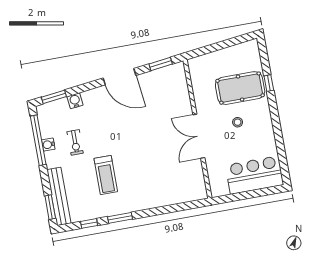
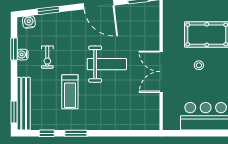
window: (54, 97) -> (48, 10), moved
water cooler: (75, 101) -> (29, 22), moved
weight bench: (140, 139) -> (107, 64), added
window: (38, 140) -> (14, 49), width x0.47

